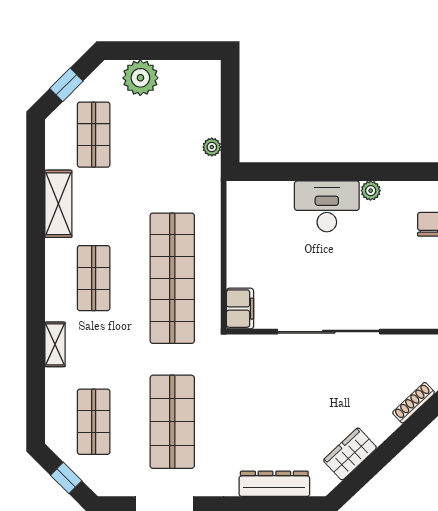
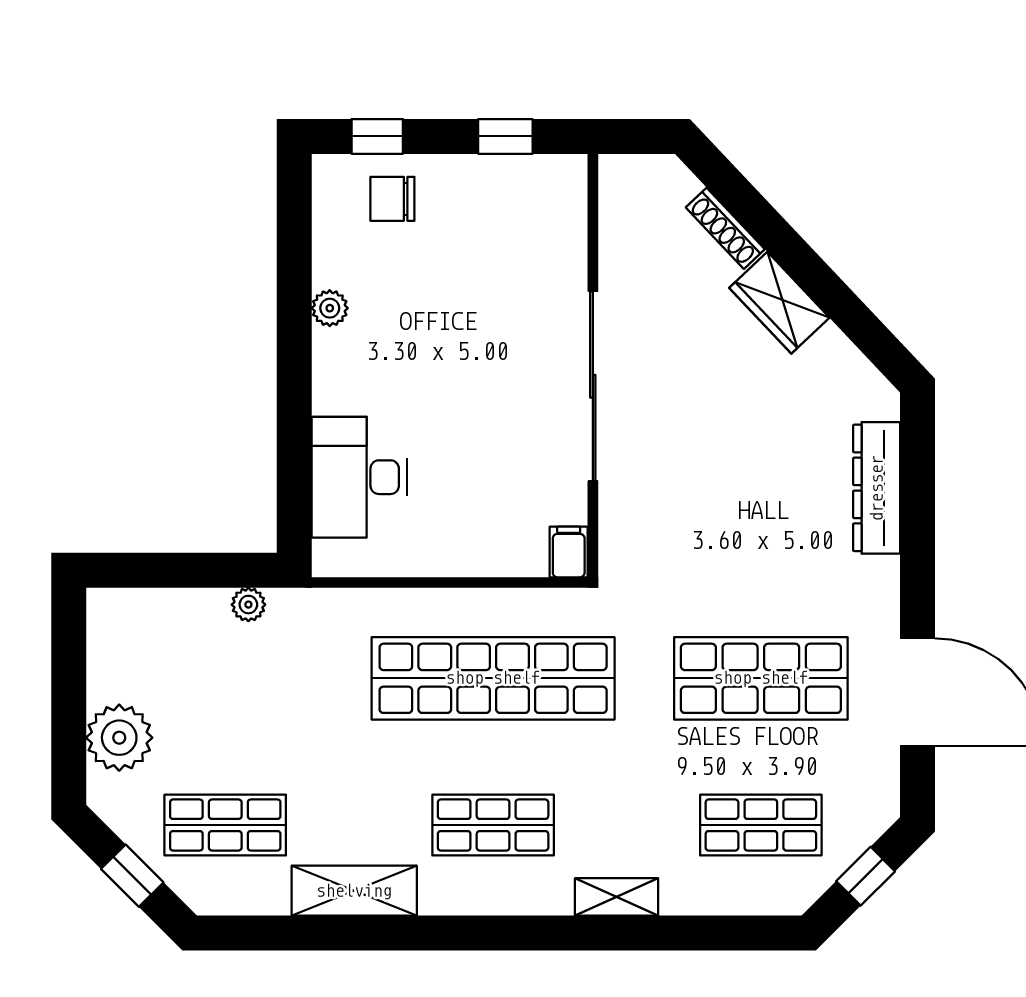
desk: (327, 206) -> (359, 477), moved
filing cabinet: (240, 309) -> (569, 552), width x0.50
wardrobe: (350, 454) -> (779, 303), moved

